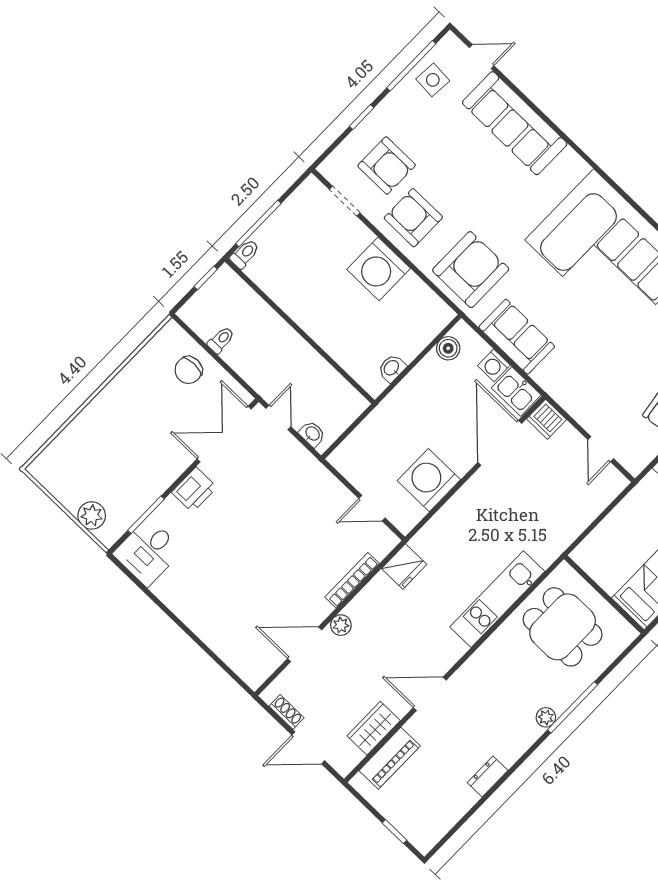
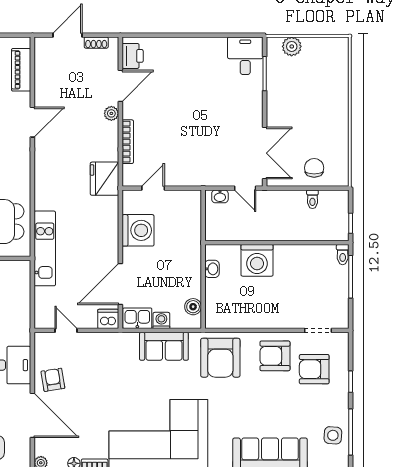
armchair: (413, 218) -> (275, 356), turned 180
washing machine: (379, 269) -> (257, 260), moved, turned 180
door: (500, 443) -> (120, 284), swing flipped
printer: (194, 490) -> (133, 56), moved, turned 180
fridge: (404, 567) -> (104, 179), width x1.36, depth x1.34
kitchen unit: (497, 599) -> (45, 248), moved
wardrobe: (374, 728) -> (44, 77), removed

